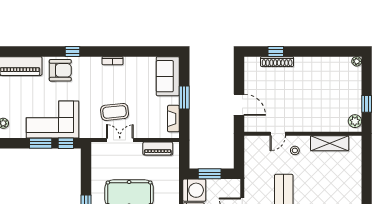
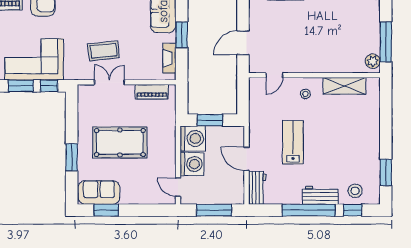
window: (367, 104) -> (386, 42), width x2.17
door: (239, 105) -> (243, 43), swing flipped
door: (278, 134) -> (274, 75), moved

